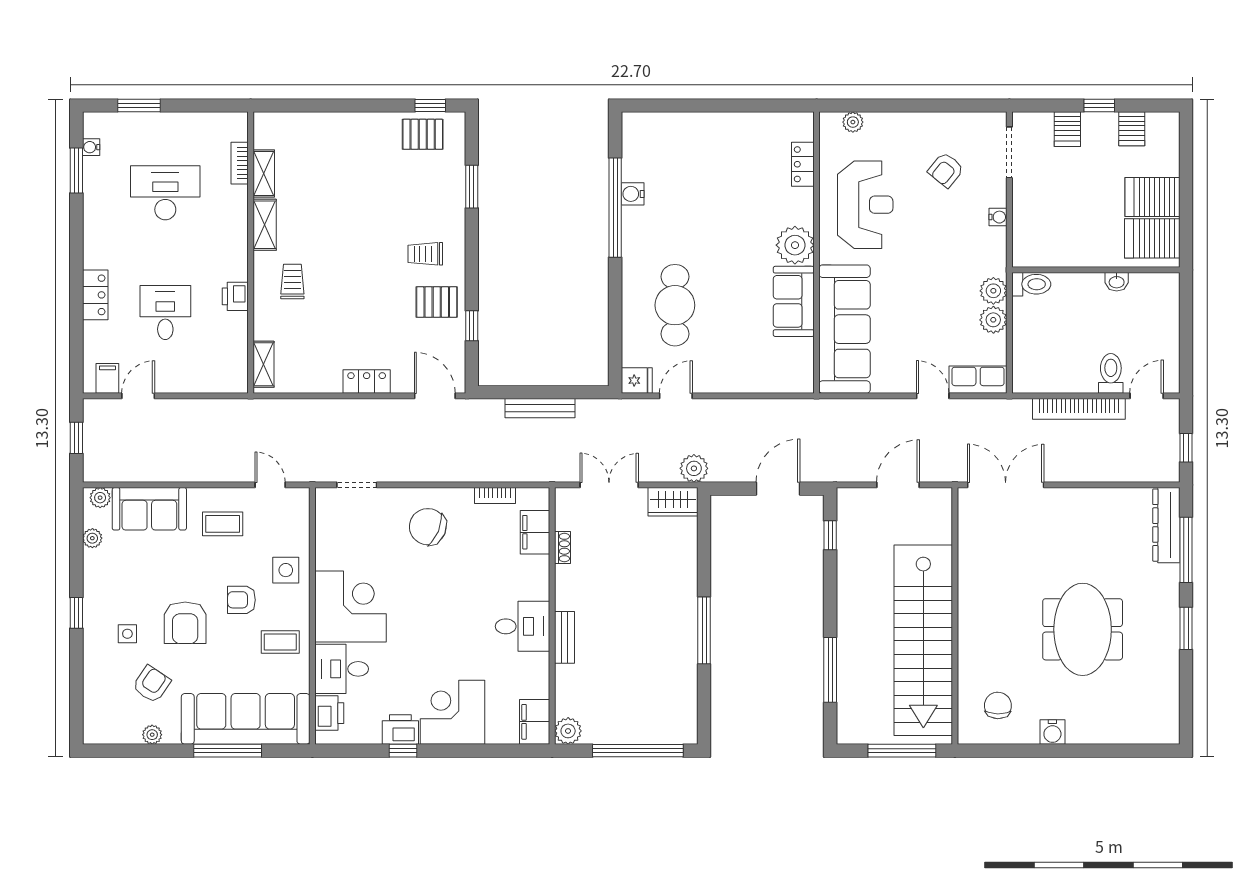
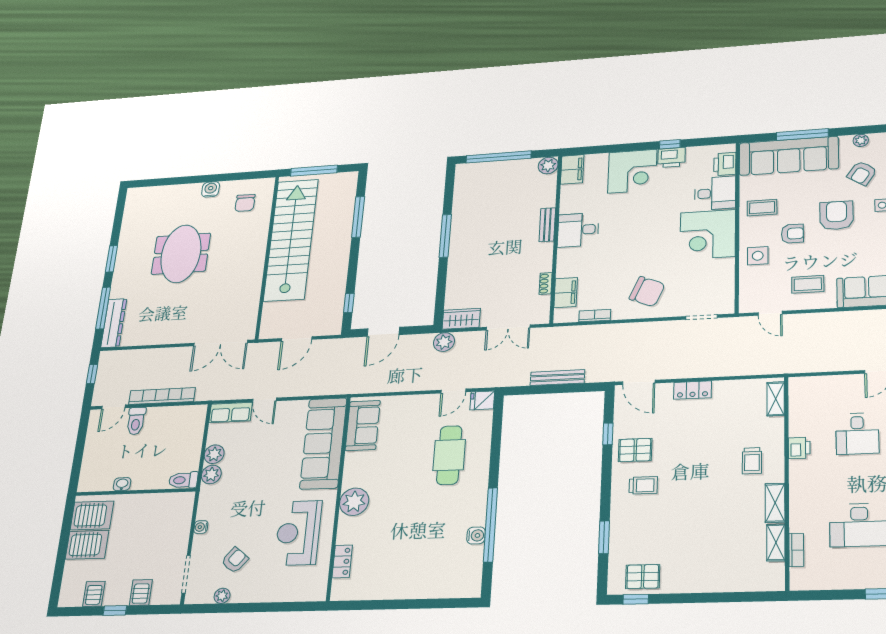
plant: (853, 122) -> (222, 596), moved
sofa: (794, 301) -> (363, 425), moved

